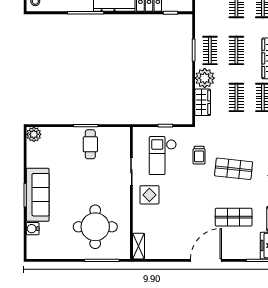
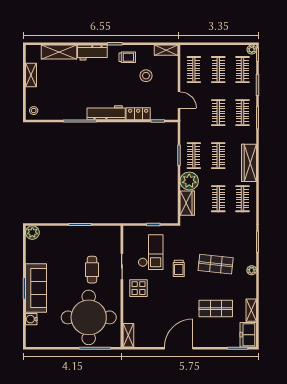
cafe table: (90, 144) -> (92, 270), moved
trolley: (199, 155) -> (179, 268), moved
checkout: (163, 156) -> (151, 252), turned 180
round table: (95, 227) -> (89, 317), width x1.36, depth x1.36
door: (206, 260) -> (179, 348), moved

